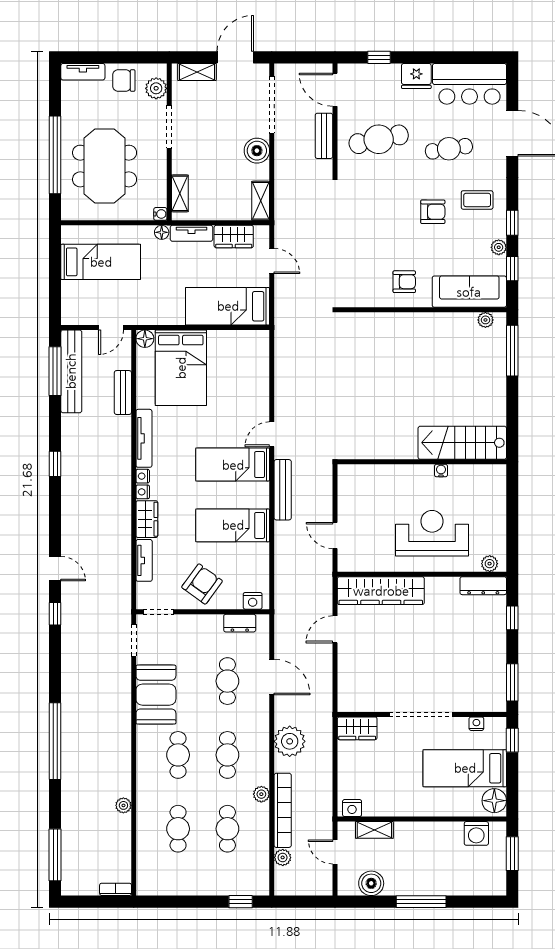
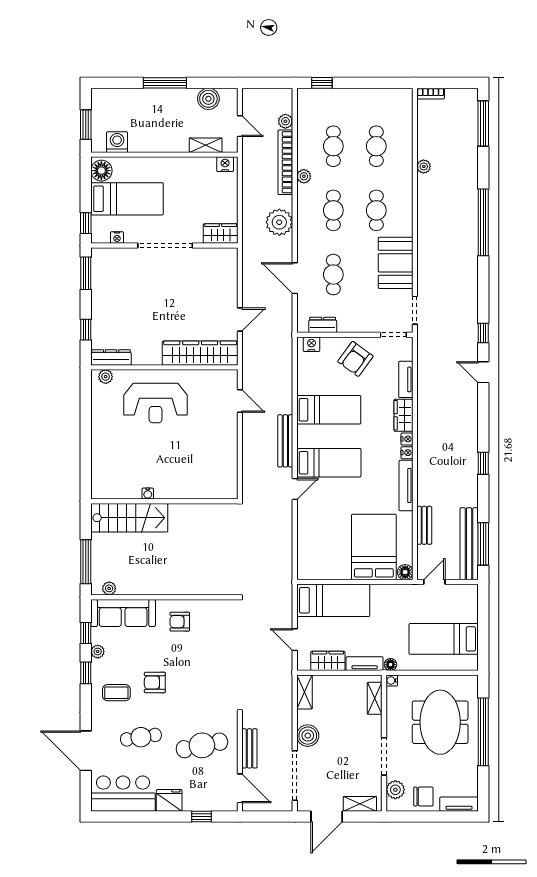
stairs: (462, 443) -> (129, 518), moved
wall: (422, 462) -> (164, 501), moved
water cooler: (441, 471) -> (148, 494), moved

